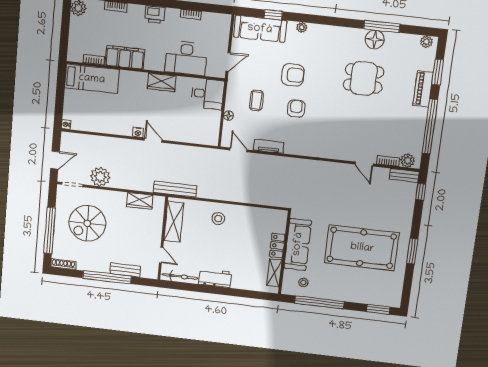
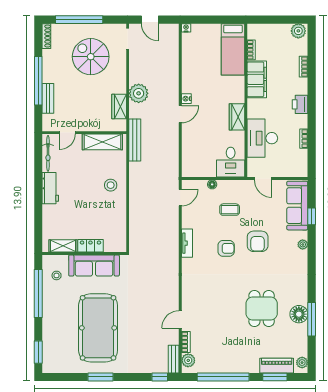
piano: (423, 89) -> (277, 366), moved
tv unit: (269, 146) -> (187, 243), moved
plant: (100, 177) -> (139, 93), moved

